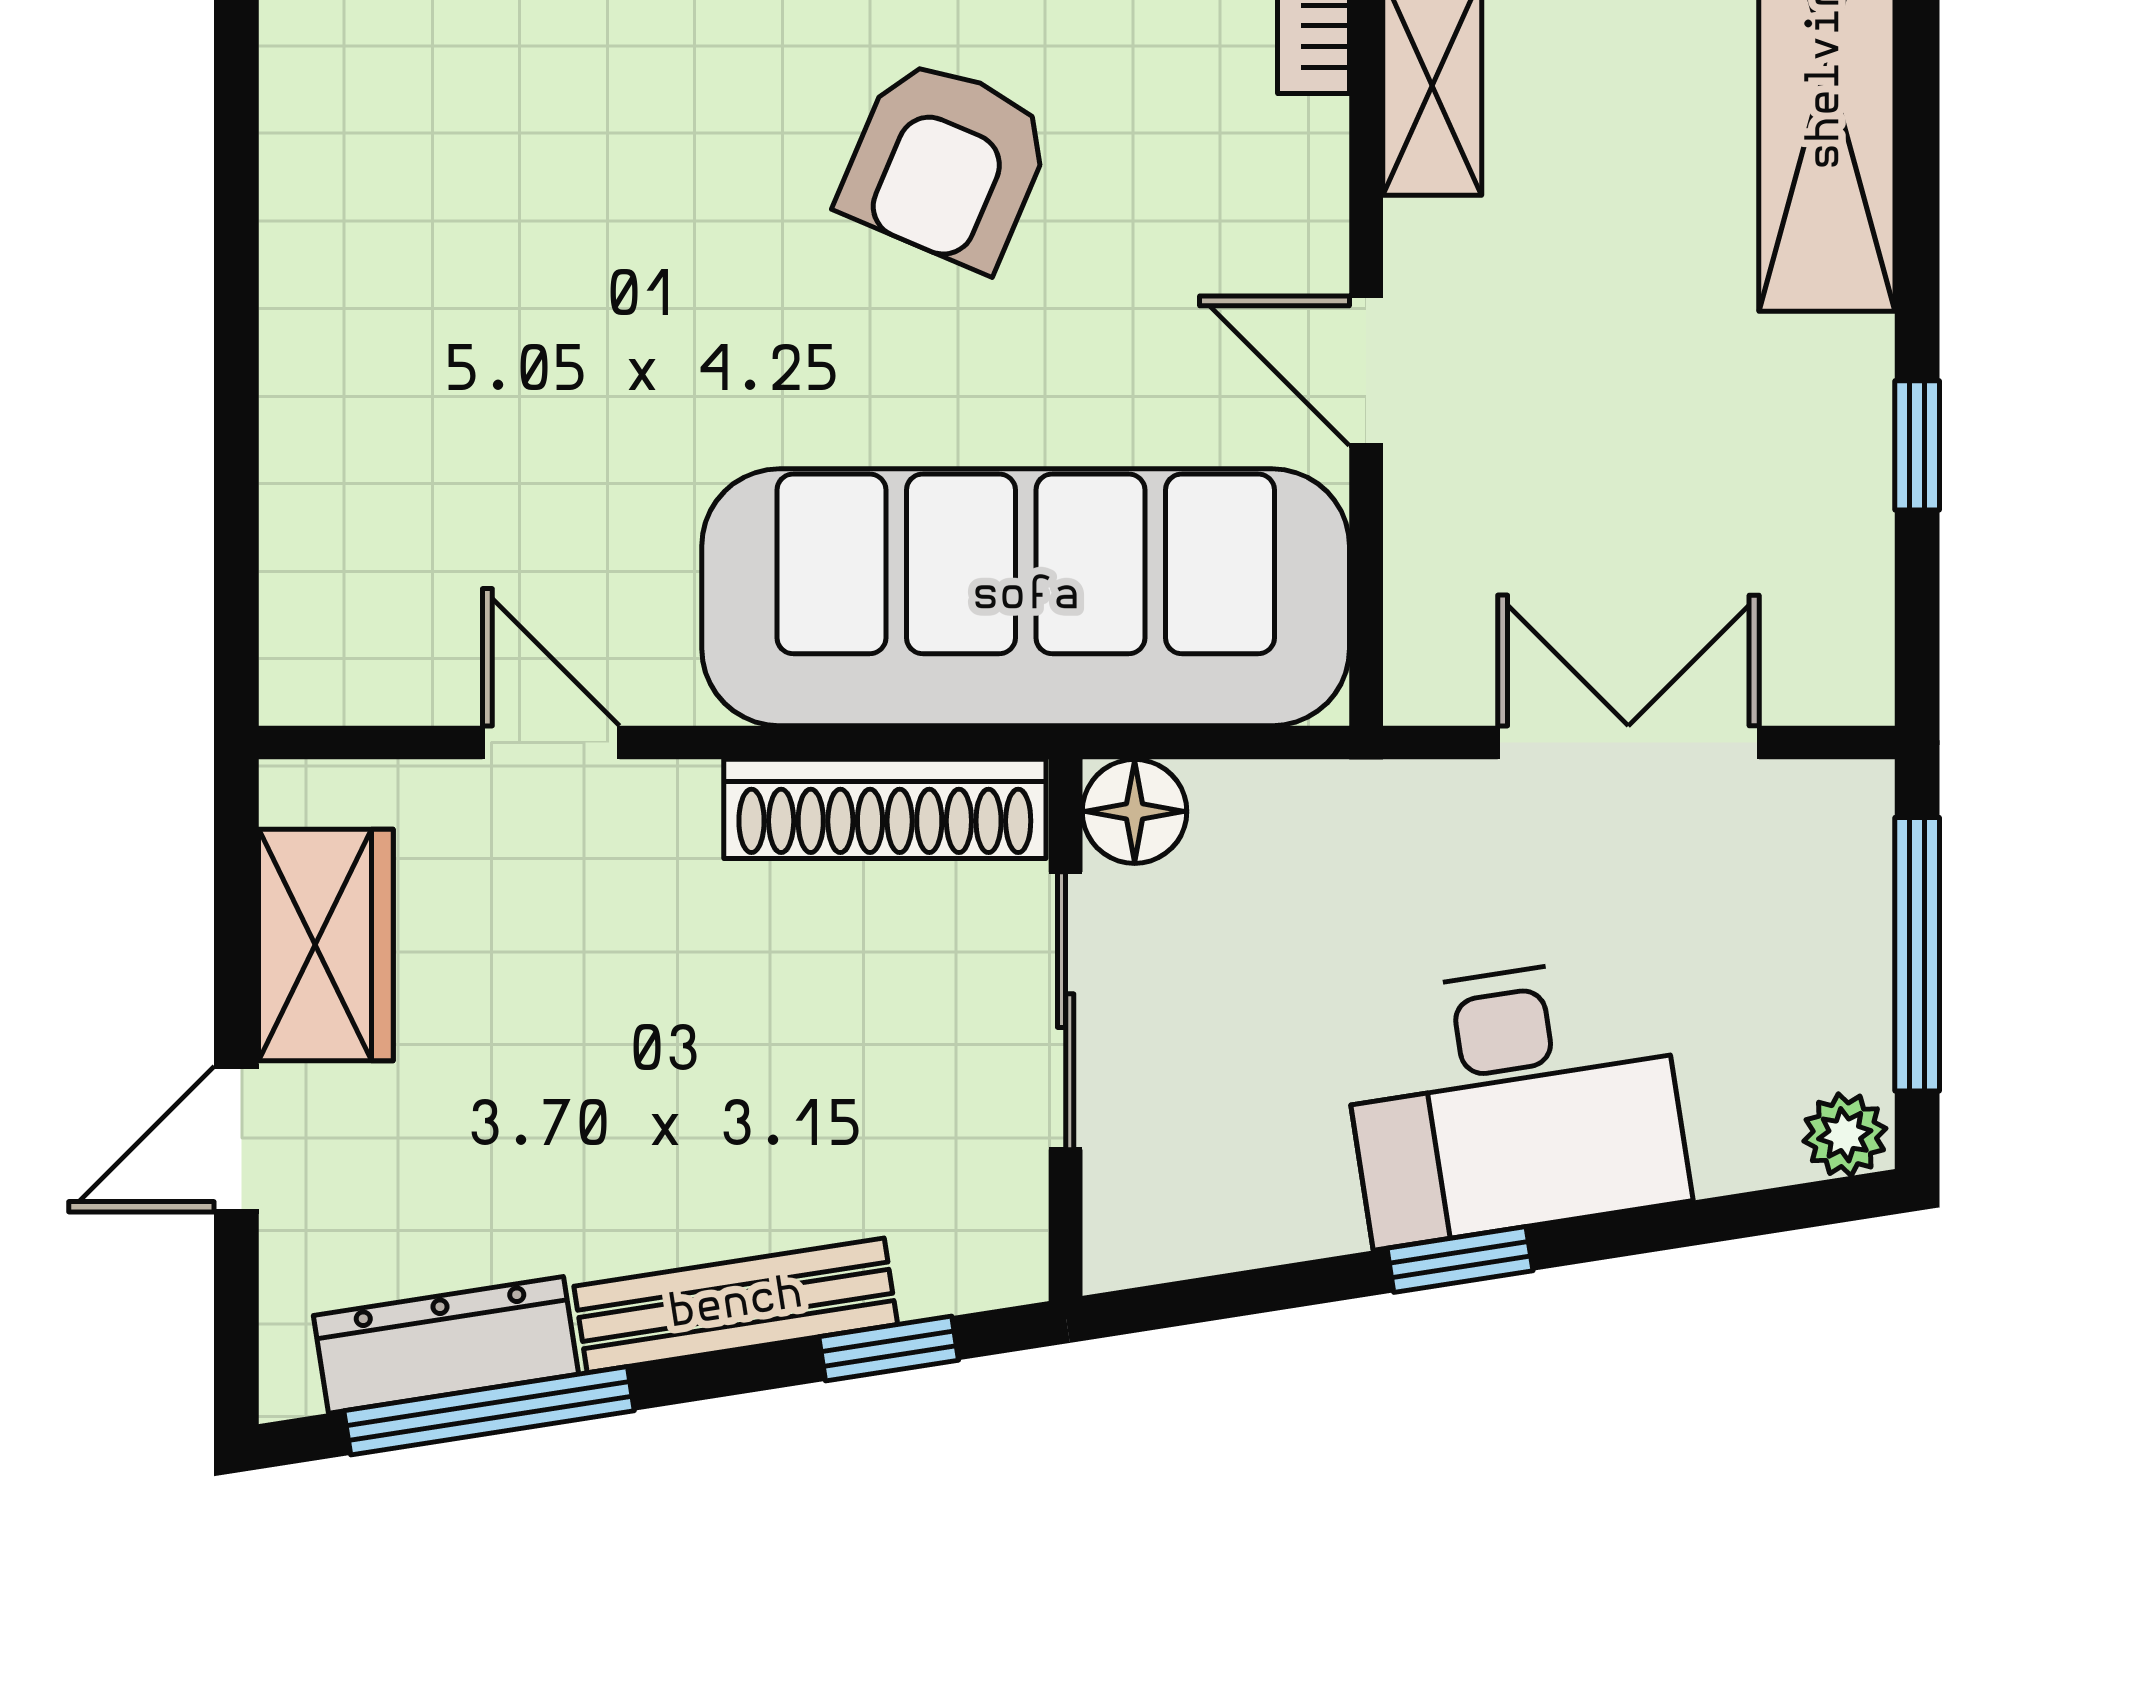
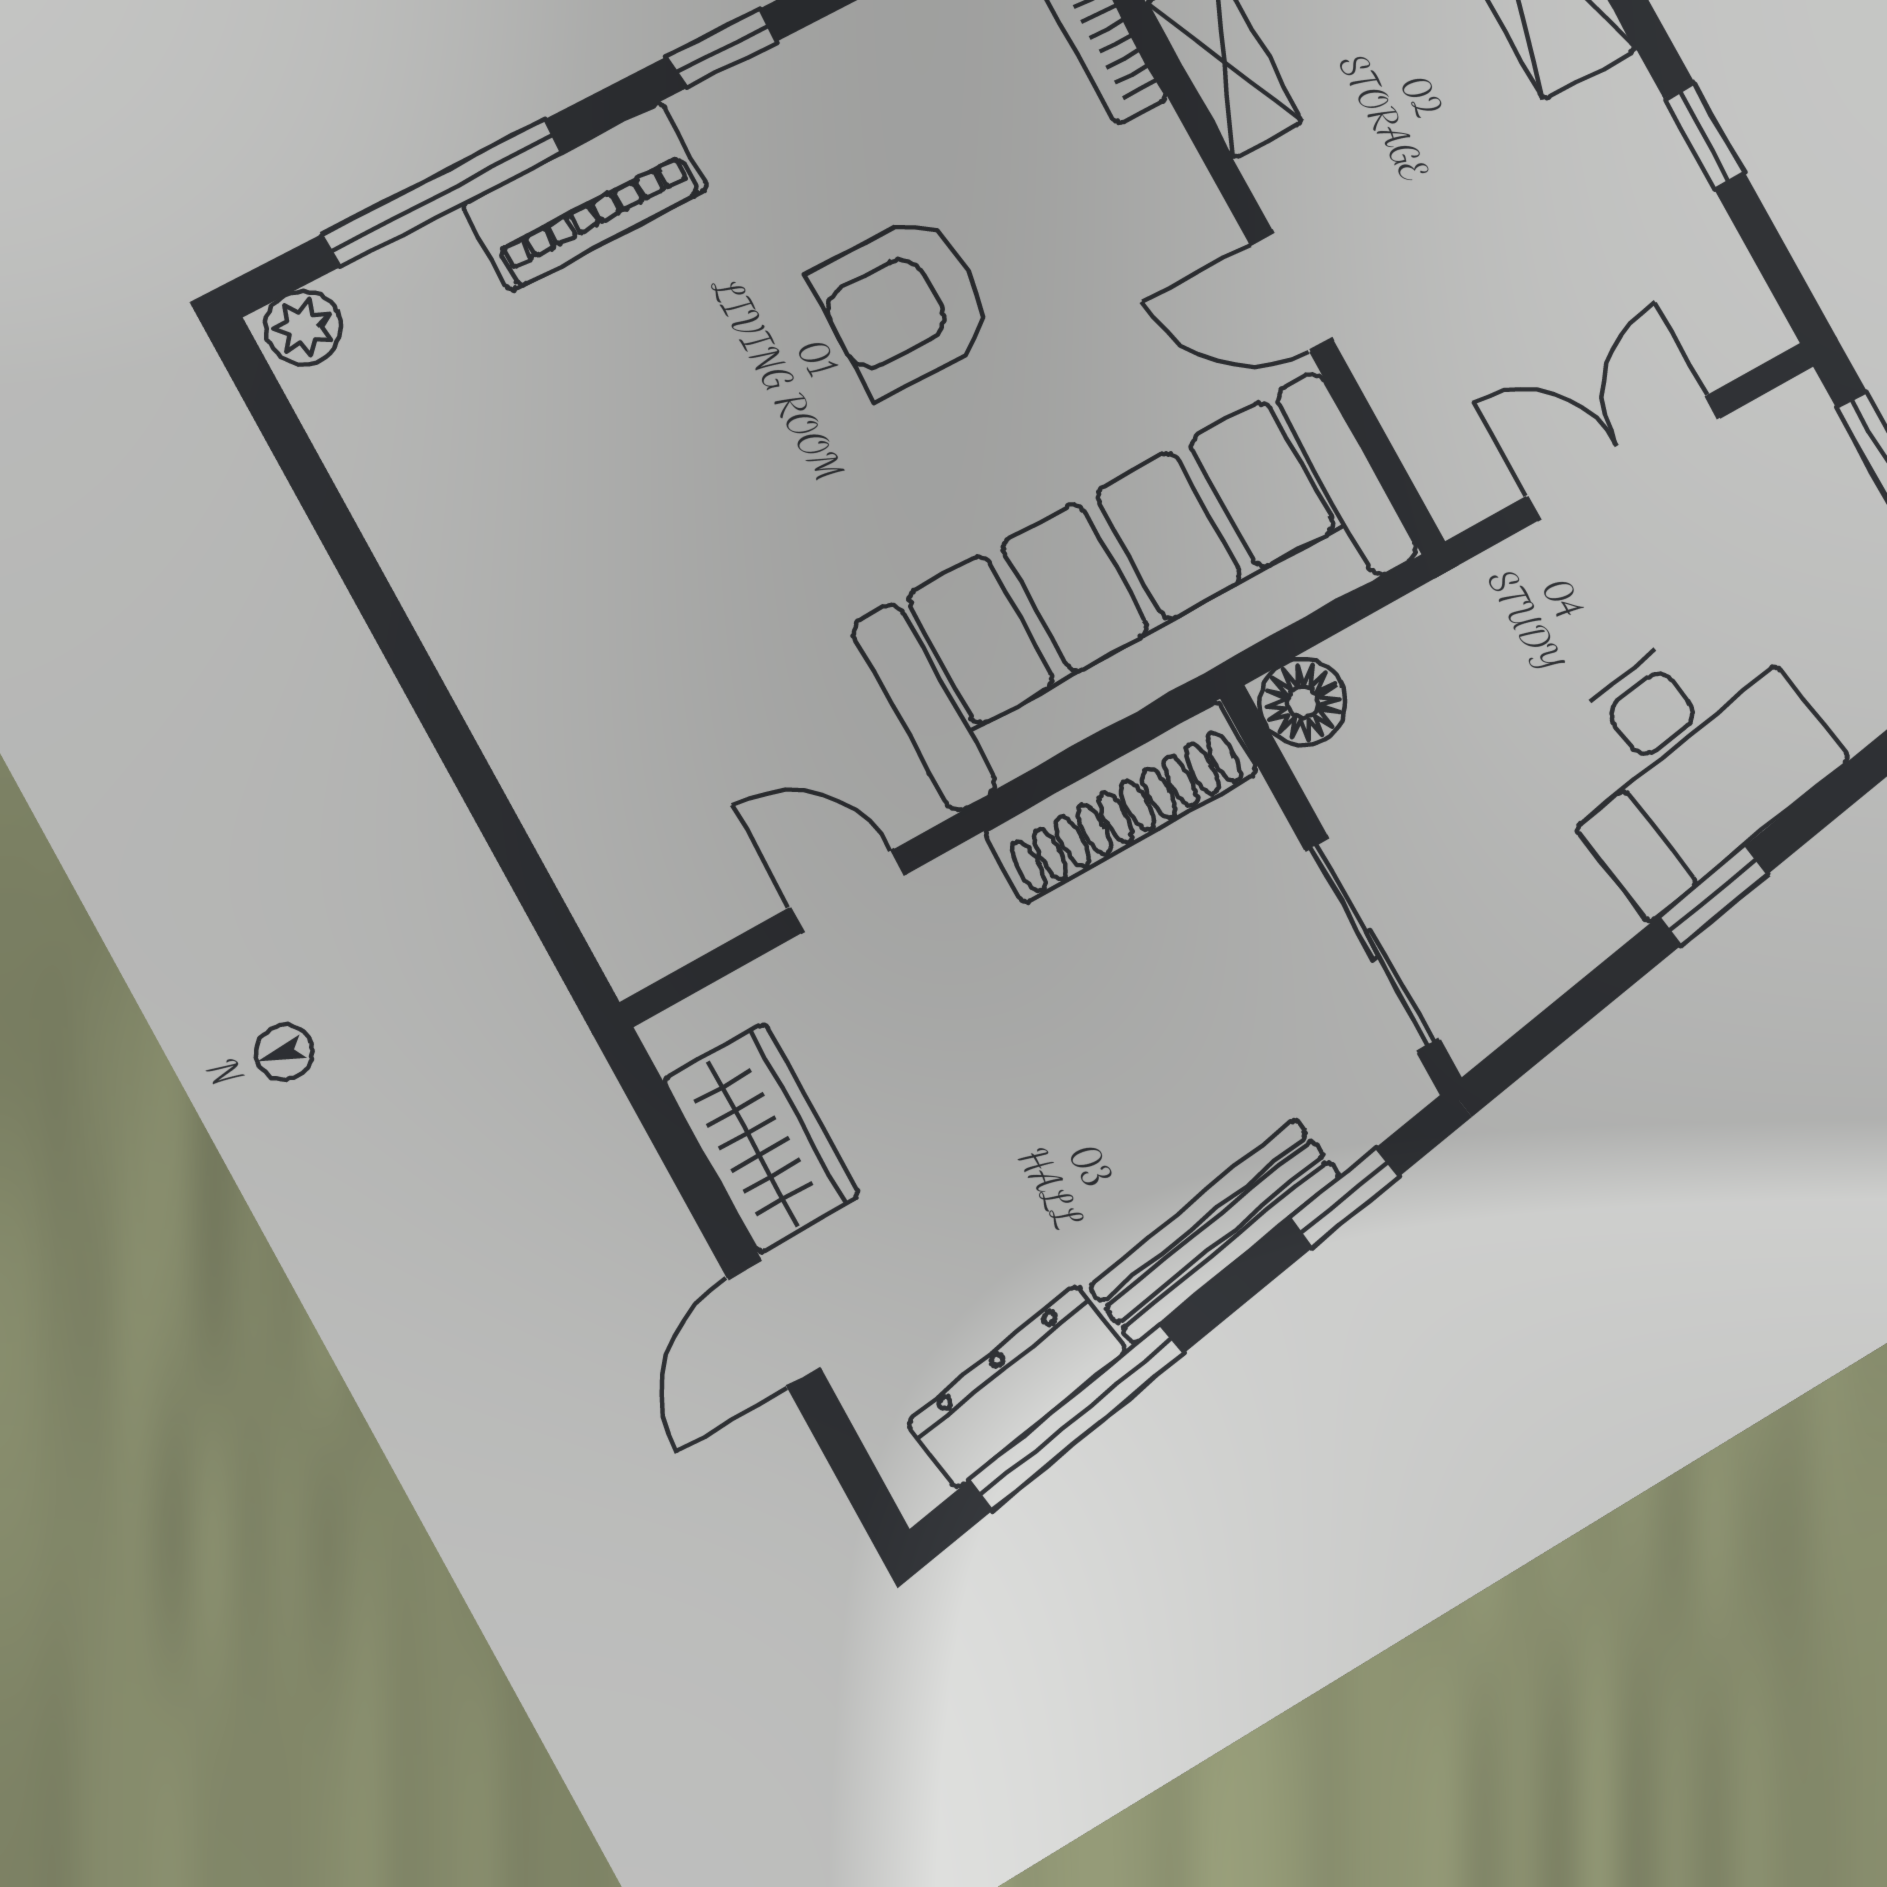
armchair: (946, 163) -> (904, 304), turned 67
sliding door: (1066, 1011) -> (1373, 945), moved

